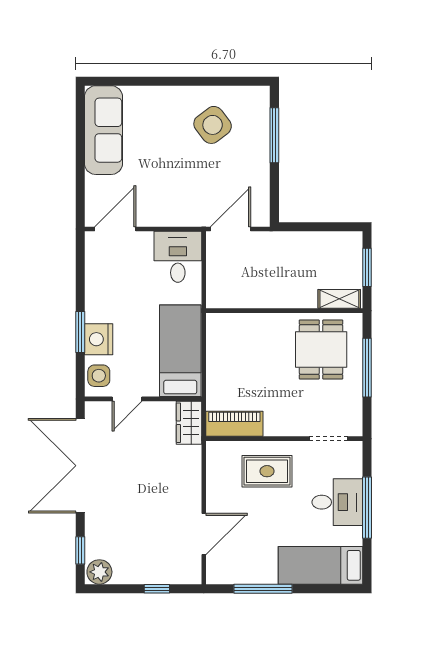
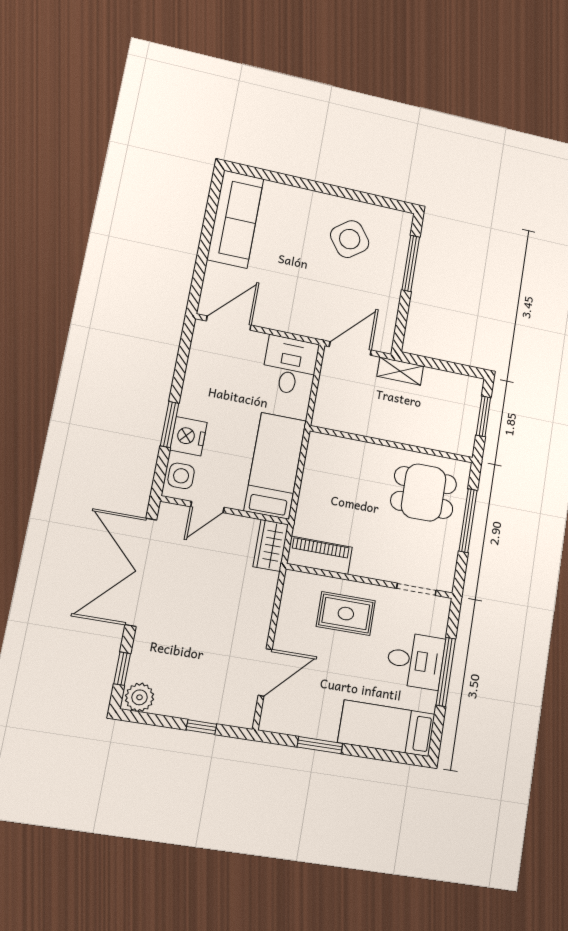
shelving: (339, 299) -> (400, 371), moved
dining table: (321, 349) -> (424, 492), turned 90
window: (263, 589) -> (320, 745), width x0.69

